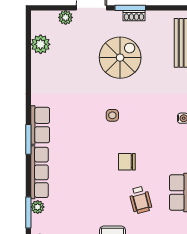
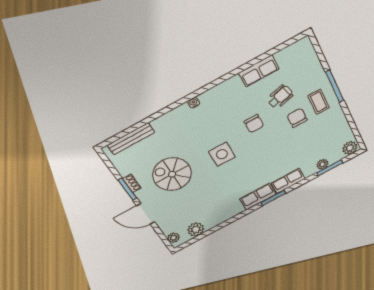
plant: (66, 17) -> (174, 238), moved
side table: (112, 115) -> (222, 154), width x1.87, depth x1.87
row of seats: (40, 172) -> (288, 181), width x0.68
chair: (108, 205) -> (297, 118), added

